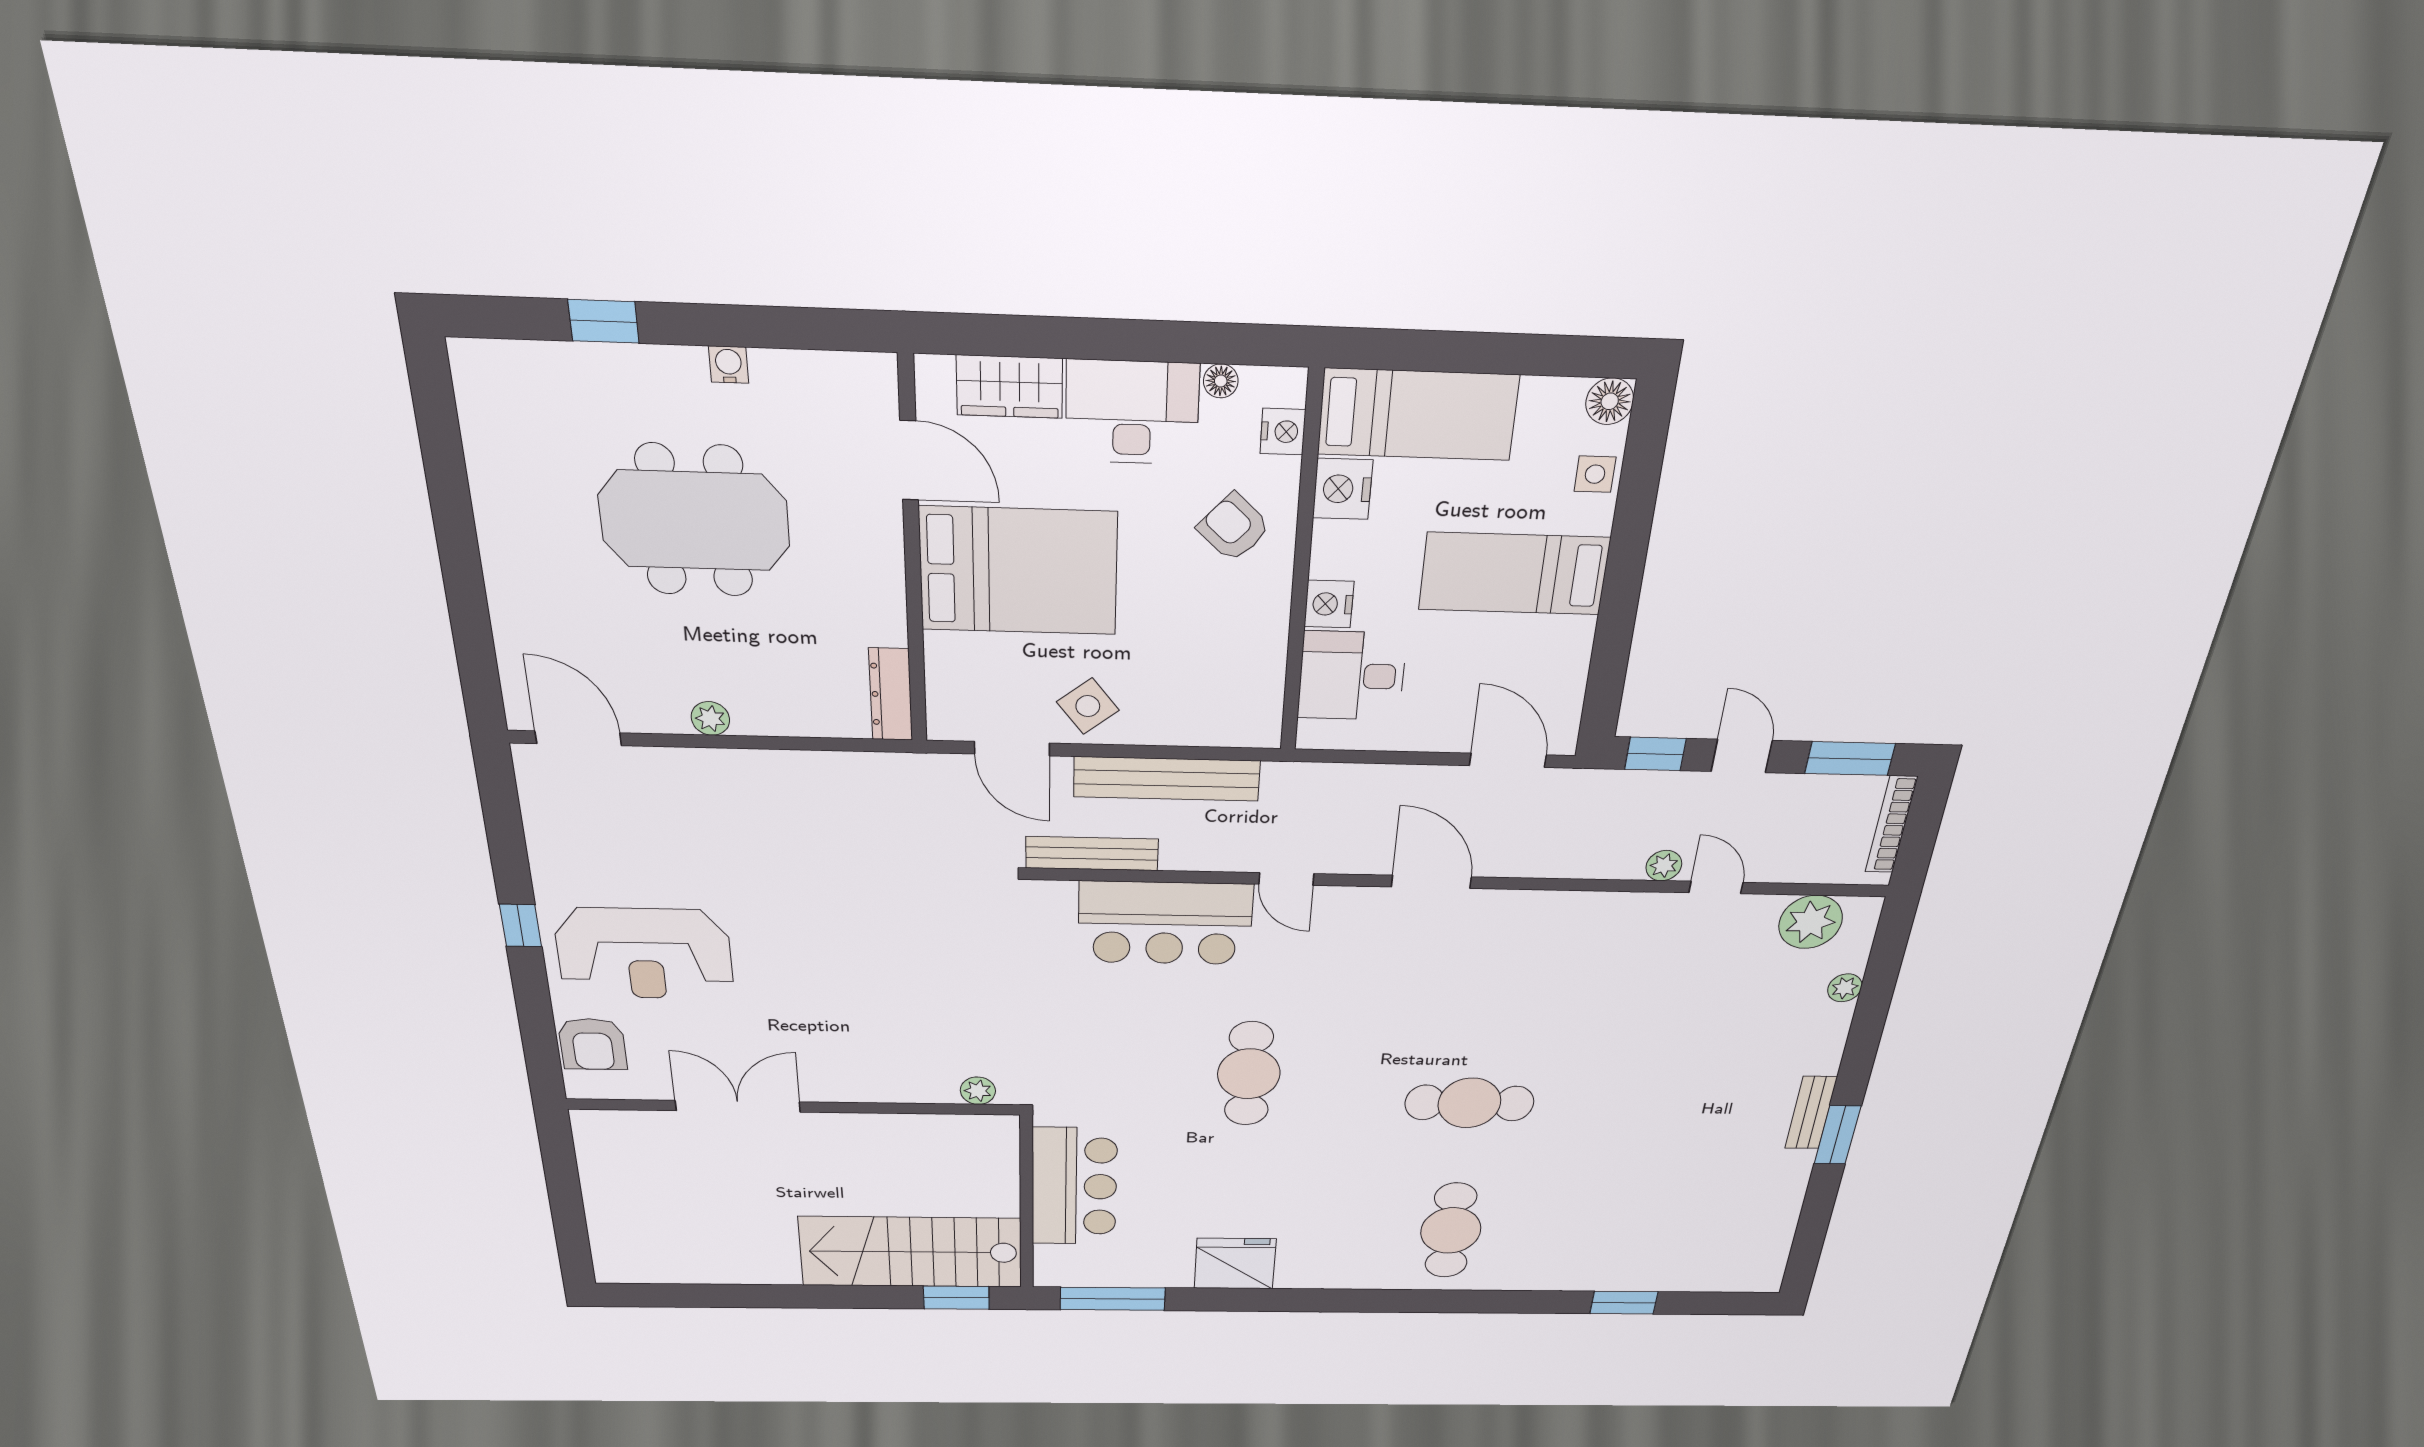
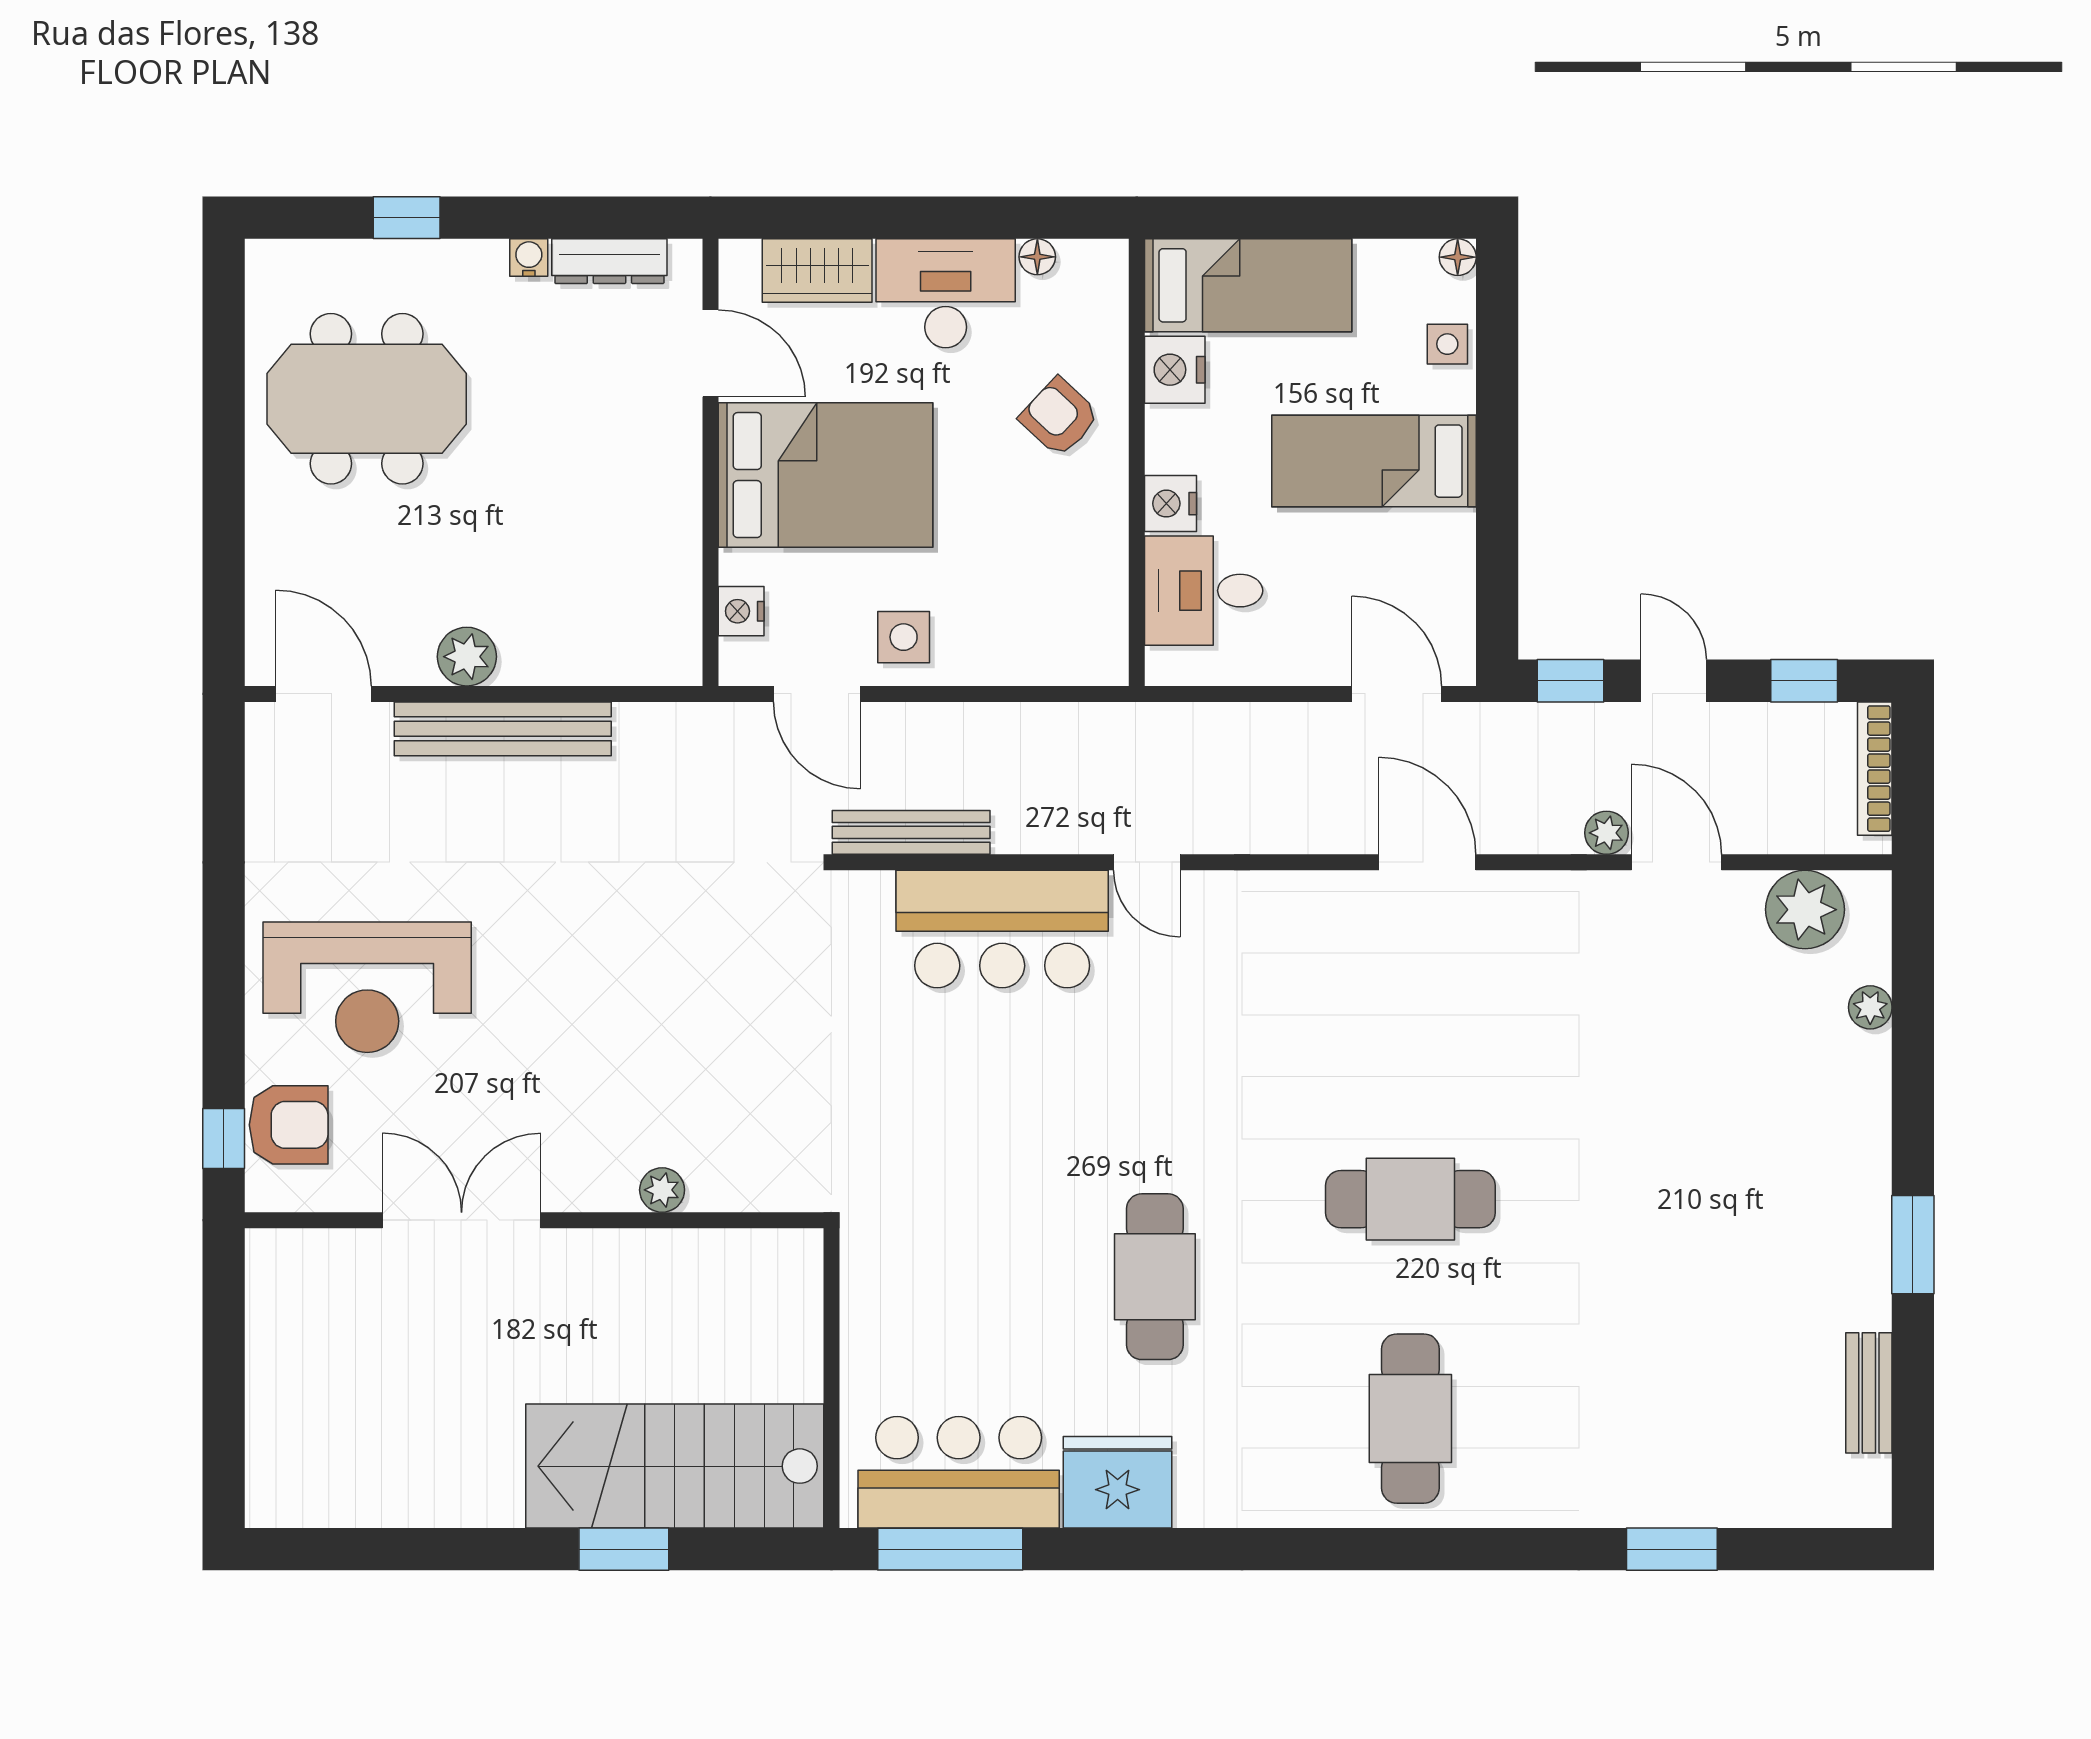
floor lamp: (1610, 401) -> (1458, 257), width x0.73, depth x0.73
nightstand: (1283, 432) -> (741, 611), moved, turned 180
meeting table: (694, 521) -> (367, 399), moved
dresser: (891, 694) -> (609, 261), moved, turned -90
side table: (1088, 706) -> (904, 637), turned 38
plant: (710, 718) -> (467, 657), width x1.38, depth x1.38
window: (1850, 759) -> (1804, 681), width x0.67
bench: (1167, 779) -> (503, 729), moved
door: (1431, 882) -> (1427, 862), moved
door: (1716, 887) -> (1677, 862), width x1.38
window: (520, 925) -> (224, 1139), moved
armchair: (593, 1044) -> (289, 1125), turned -90
cafe table: (1249, 1074) -> (1155, 1277), moved
plant: (978, 1091) -> (662, 1190), moved
bench: (1811, 1113) -> (1869, 1393), moved
bar counter: (1074, 1186) -> (959, 1472), moved, turned -90
window: (956, 1298) -> (624, 1549), moved

